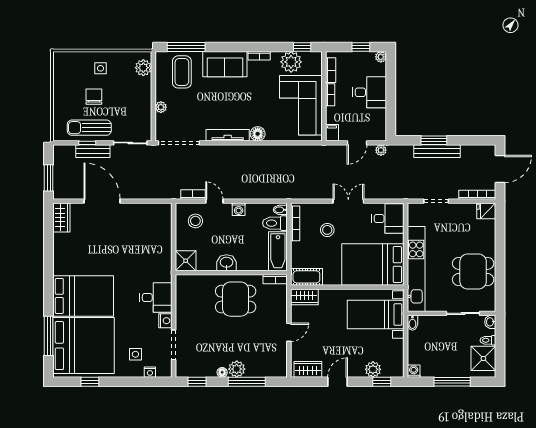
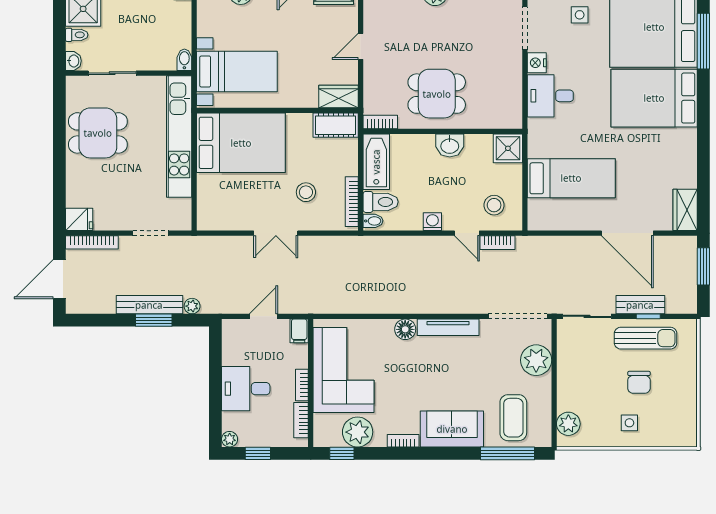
plant: (161, 107) -> (536, 360), width x1.88, depth x1.88
plant: (381, 150) -> (192, 306), moved
desk: (388, 219) -> (220, 208), removed
bed: (141, 240) -> (571, 178), added

